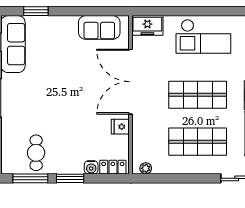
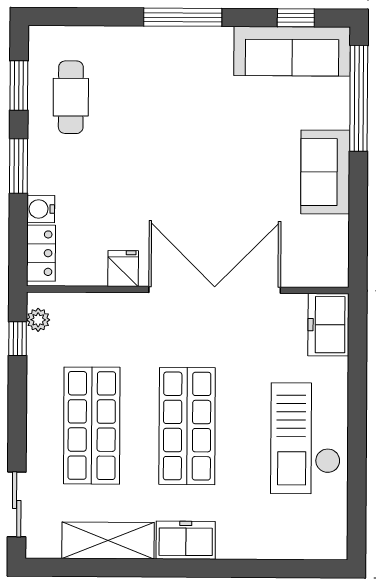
window: (36, 11) -> (359, 98), width x2.11
sofa: (99, 27) -> (325, 172), moved
cafe table: (36, 153) -> (71, 97), turned 90
window: (30, 178) -> (19, 86), width x0.69
window: (155, 178) -> (18, 339), added

